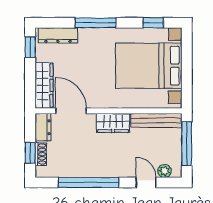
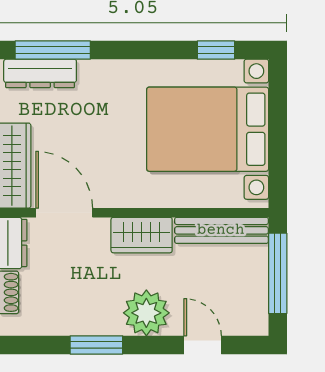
window: (96, 23) -> (53, 50), moved
plant: (164, 171) -> (146, 313), moved, width x1.87, depth x1.87
window: (88, 183) -> (96, 345), width x0.47

